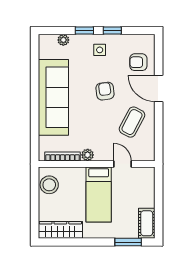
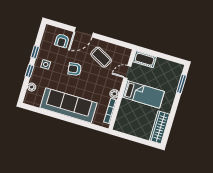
stool: (49, 185) -> (127, 126), removed
cot: (147, 223) -> (145, 59), moved

